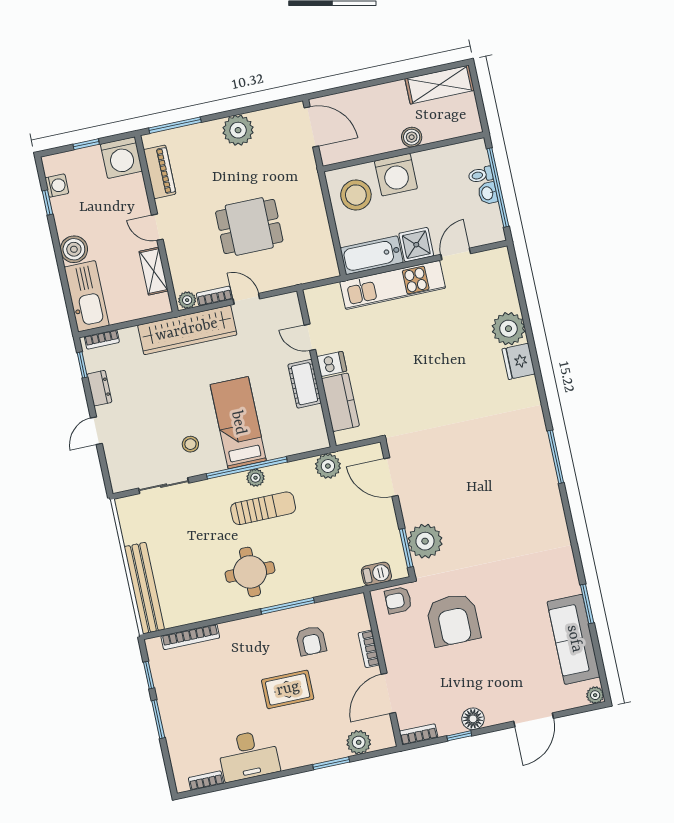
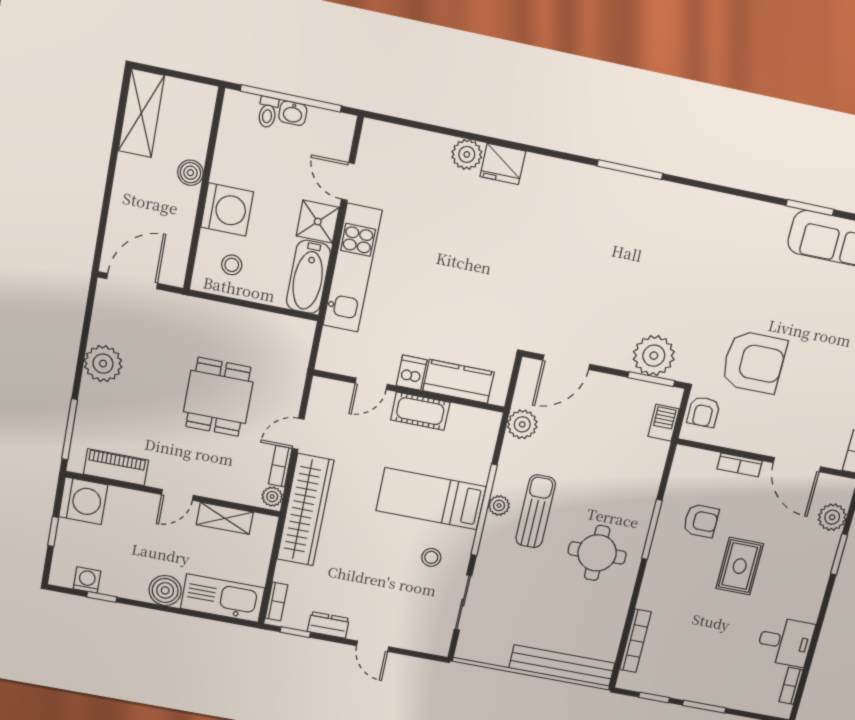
stool: (356, 195) -> (232, 265), width x0.53, depth x0.53
plant: (508, 329) -> (467, 154), width x0.73, depth x0.73
desk: (248, 755) -> (785, 642), width x0.73

